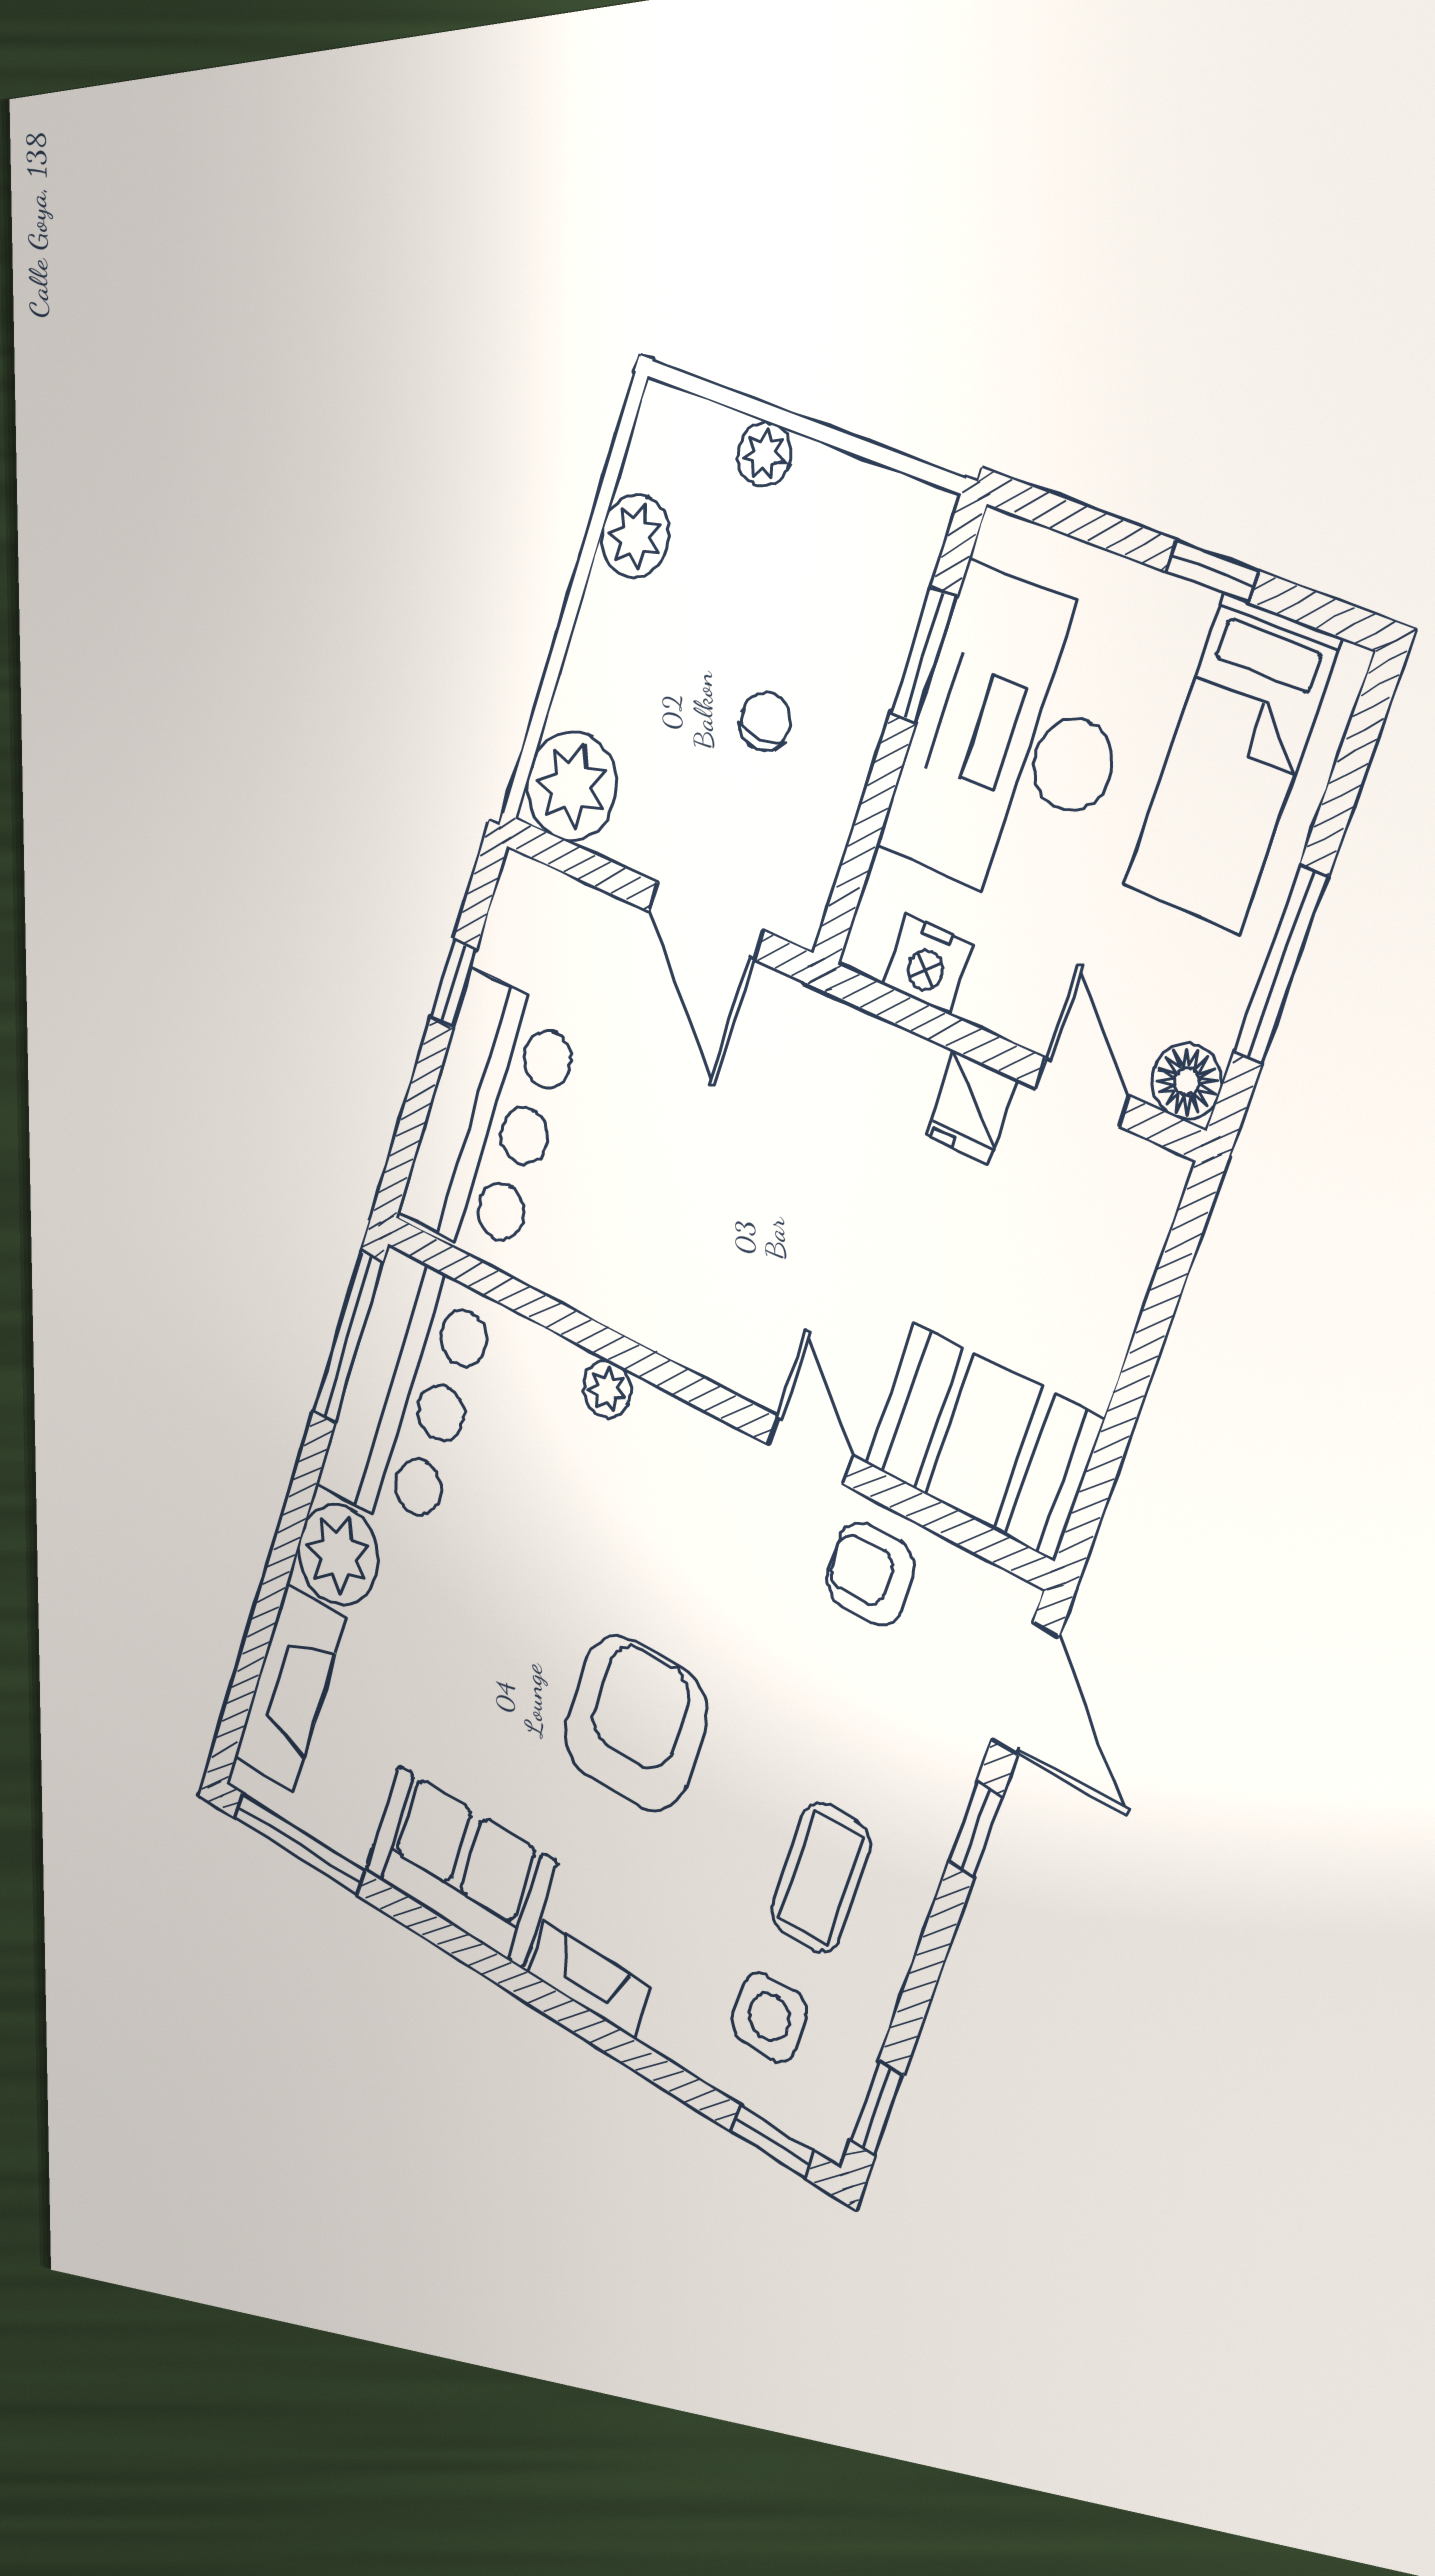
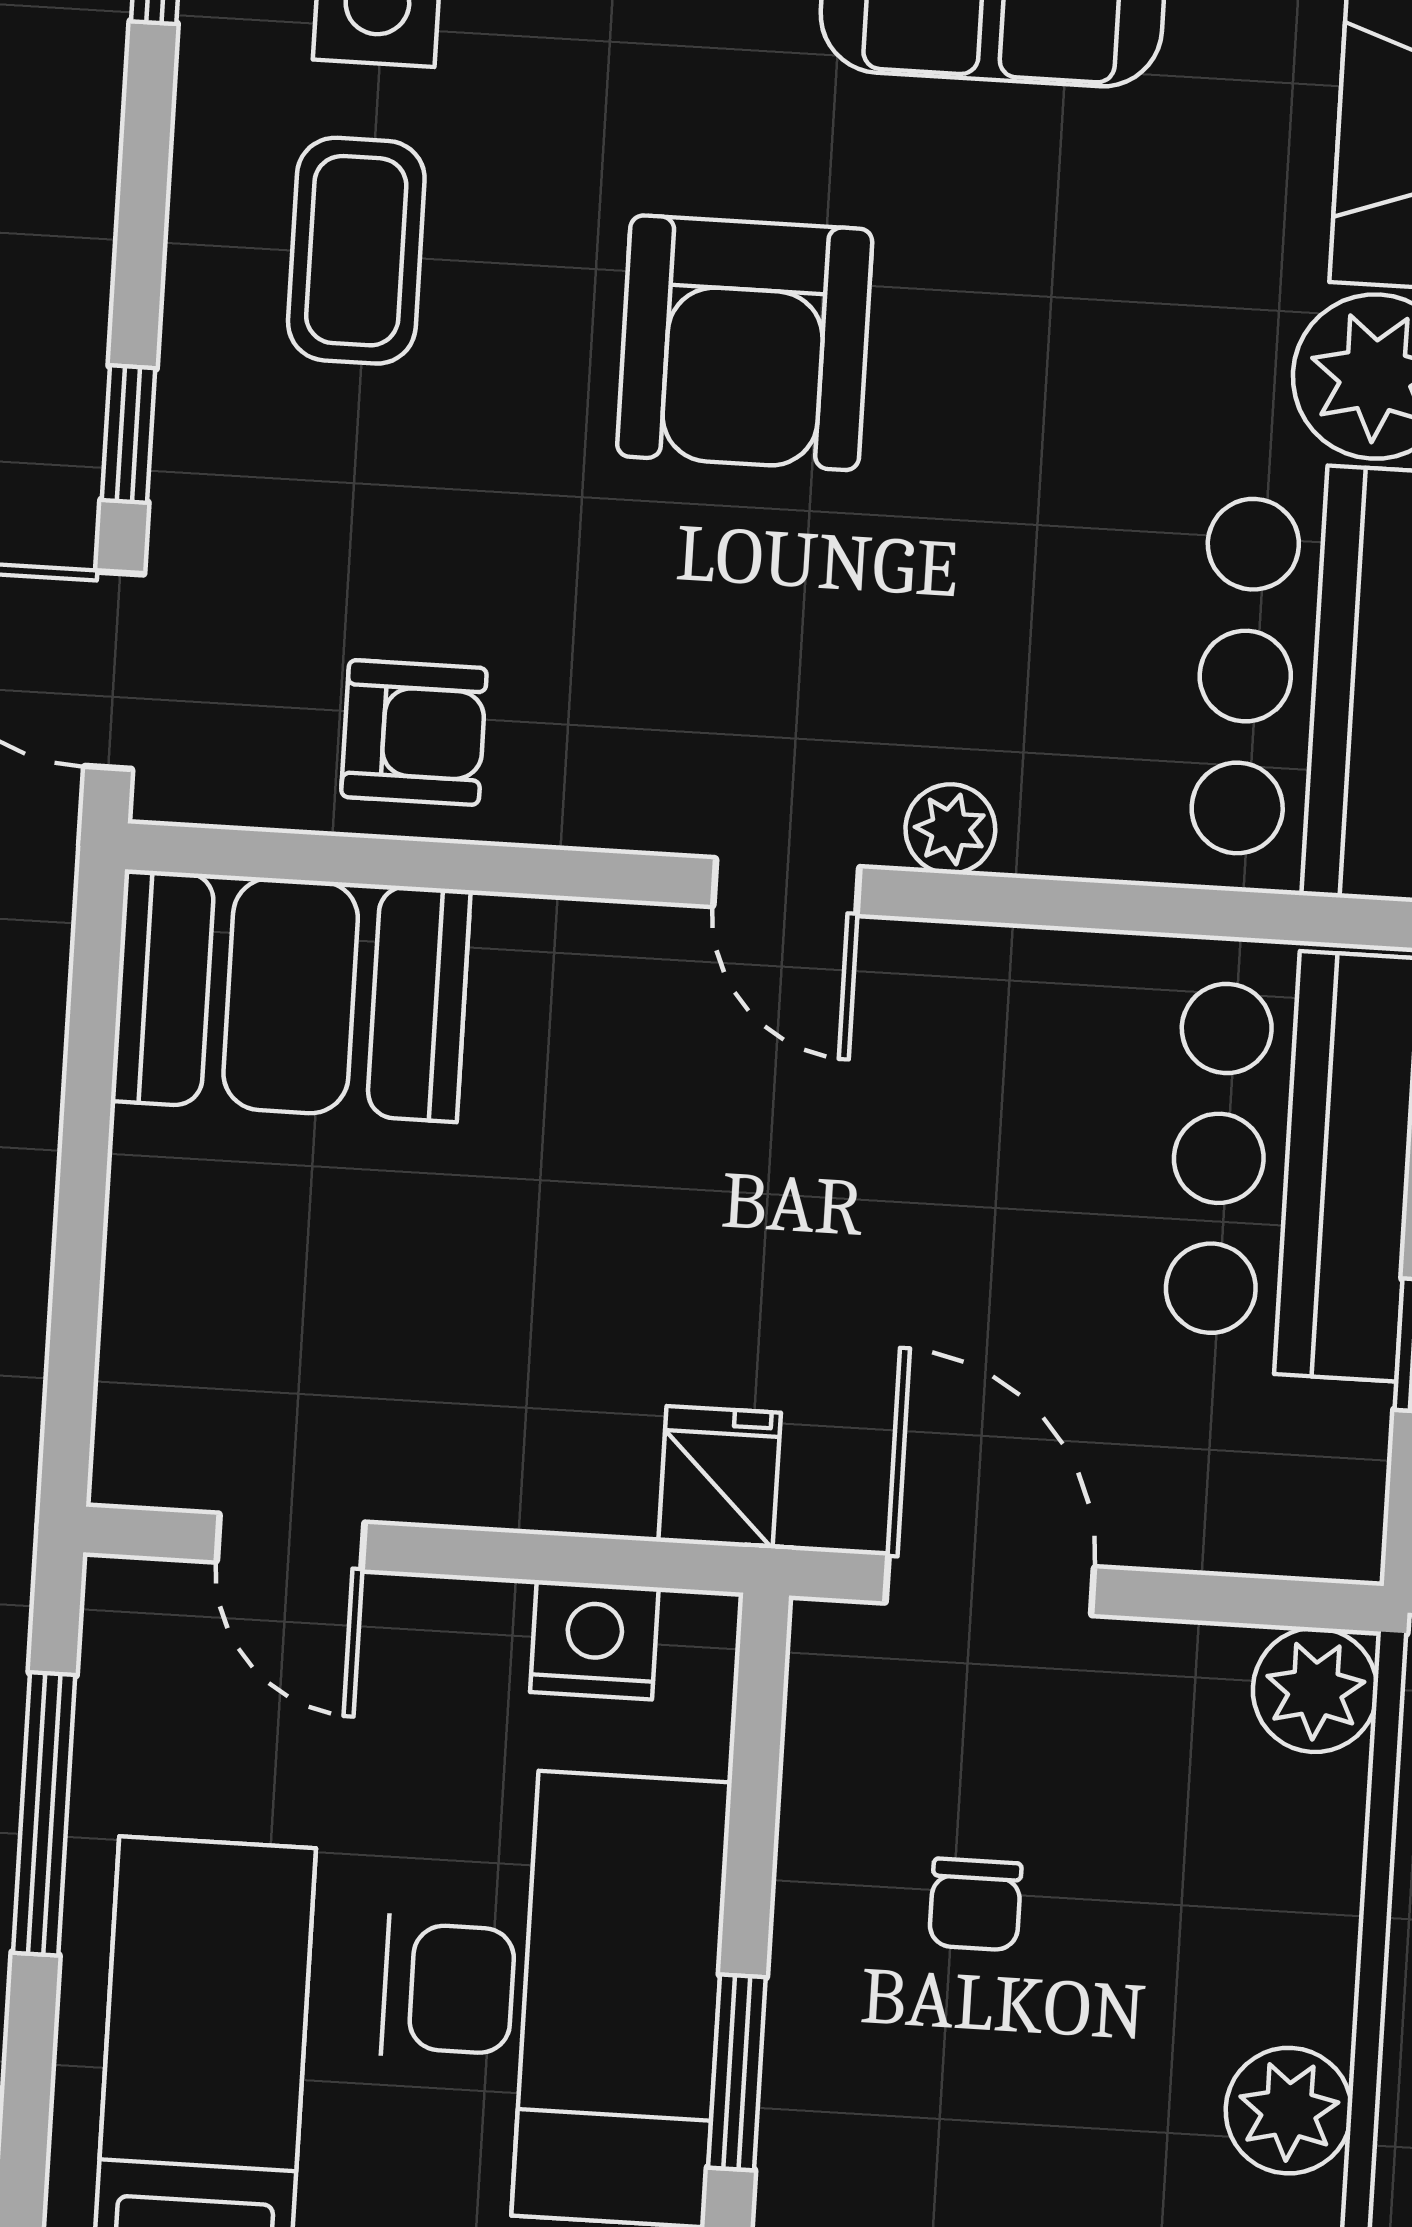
plant: (572, 786) -> (1315, 1690), width x0.73, depth x0.73
floor lamp: (1187, 1081) -> (134, 1610), removed
fridge: (971, 1107) -> (720, 1477), moved
door: (810, 1450) -> (786, 887), moved

